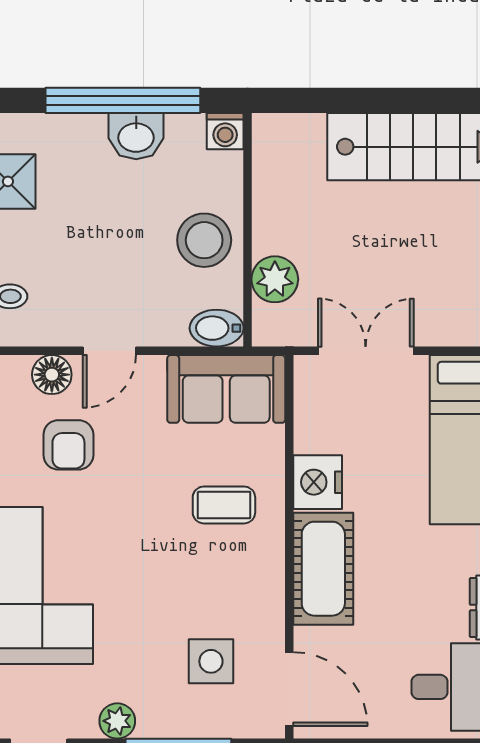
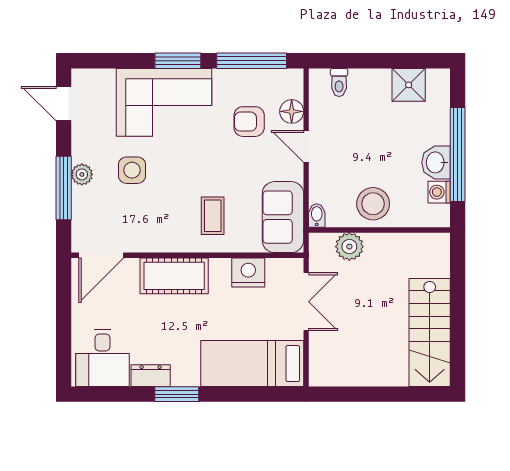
washing machine: (225, 131) -> (439, 192), moved
bidet: (217, 328) -> (317, 216), width x0.72, depth x0.74
nightstand: (318, 482) -> (248, 272), moved
side table: (211, 661) -> (132, 170), moved
plant: (117, 721) -> (82, 174), moved

